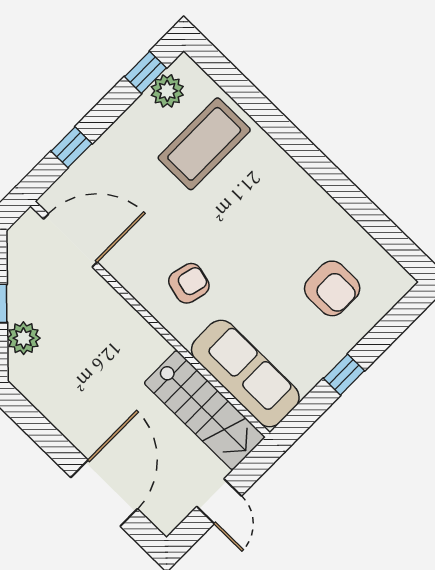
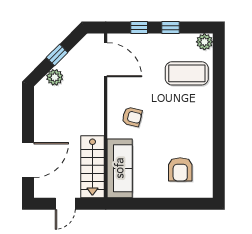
window: (146, 72) -> (170, 28), moved
plant: (167, 91) -> (204, 42), moved
window: (344, 375) -> (154, 204), removed

